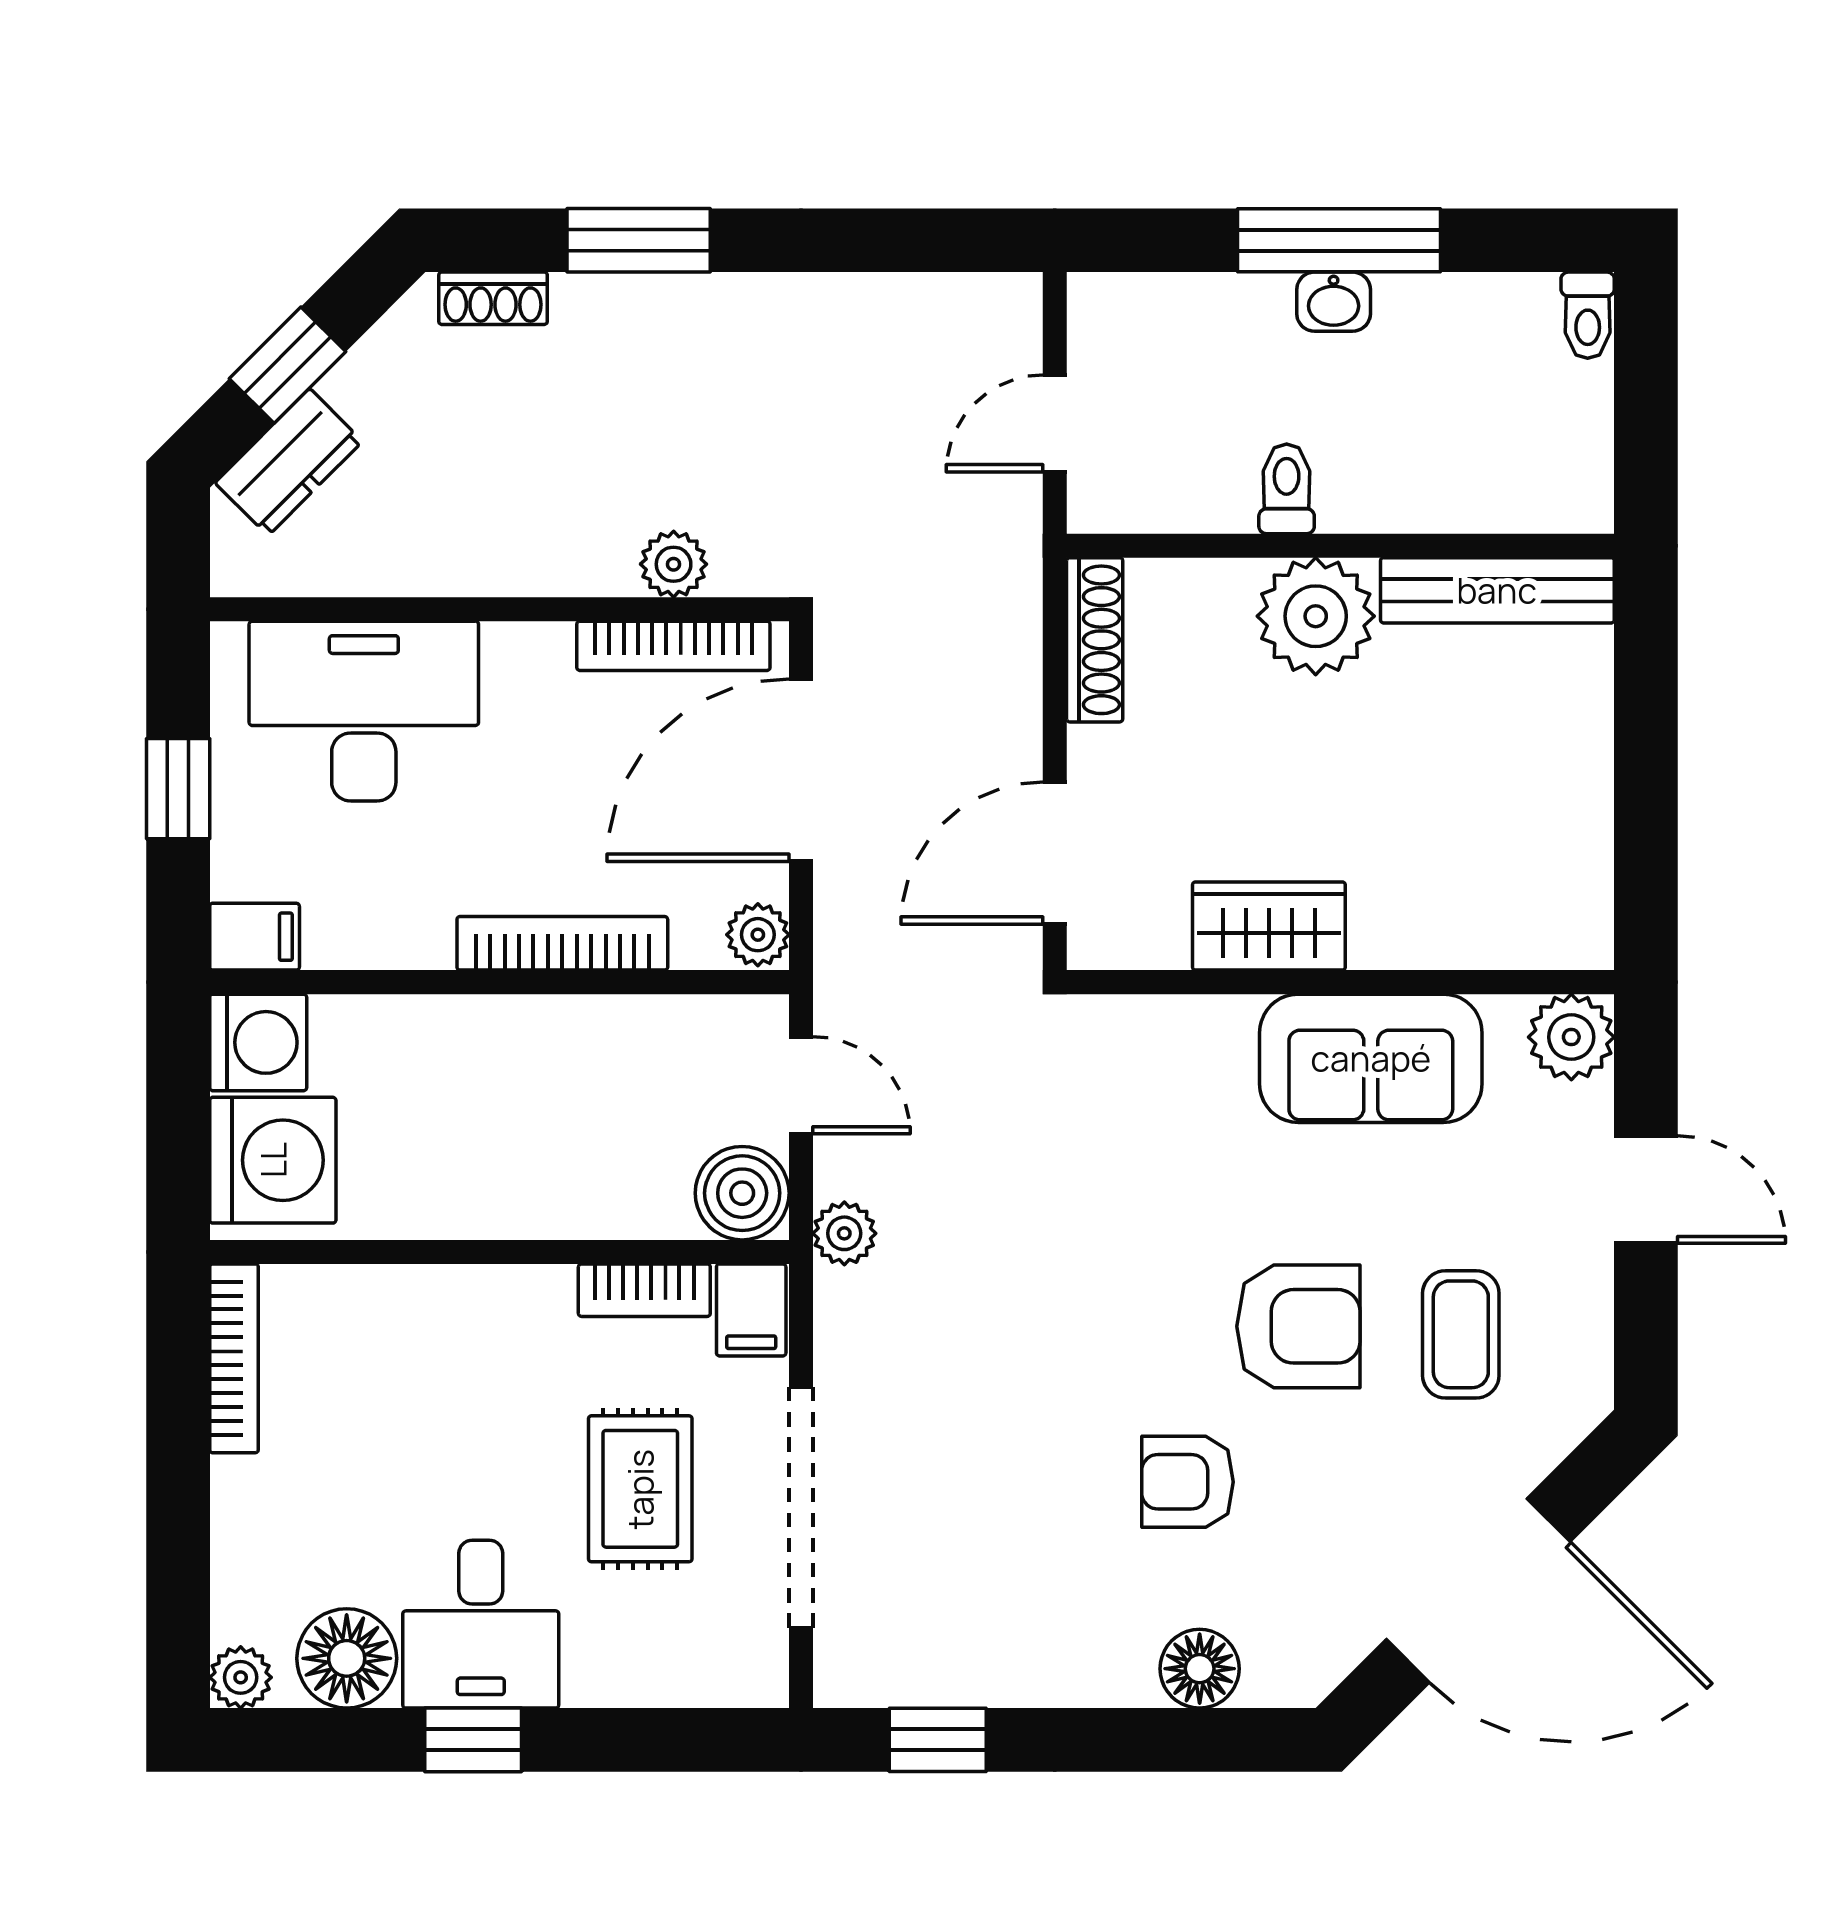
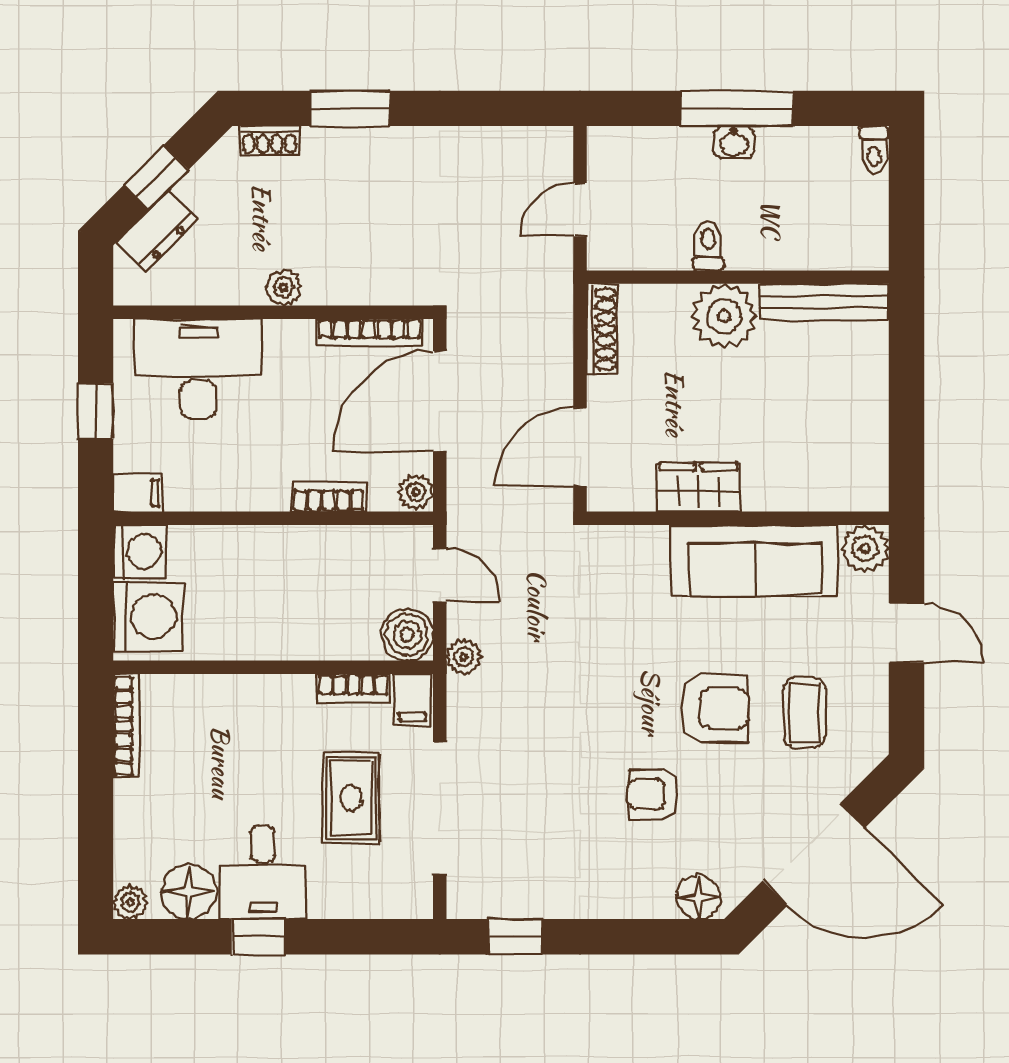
plant: (674, 564) -> (284, 287), moved
bookcase: (562, 943) -> (329, 497), width x0.64
sofa: (1371, 1058) -> (754, 560), width x1.36
floor lamp: (1200, 1669) -> (698, 897), moved

